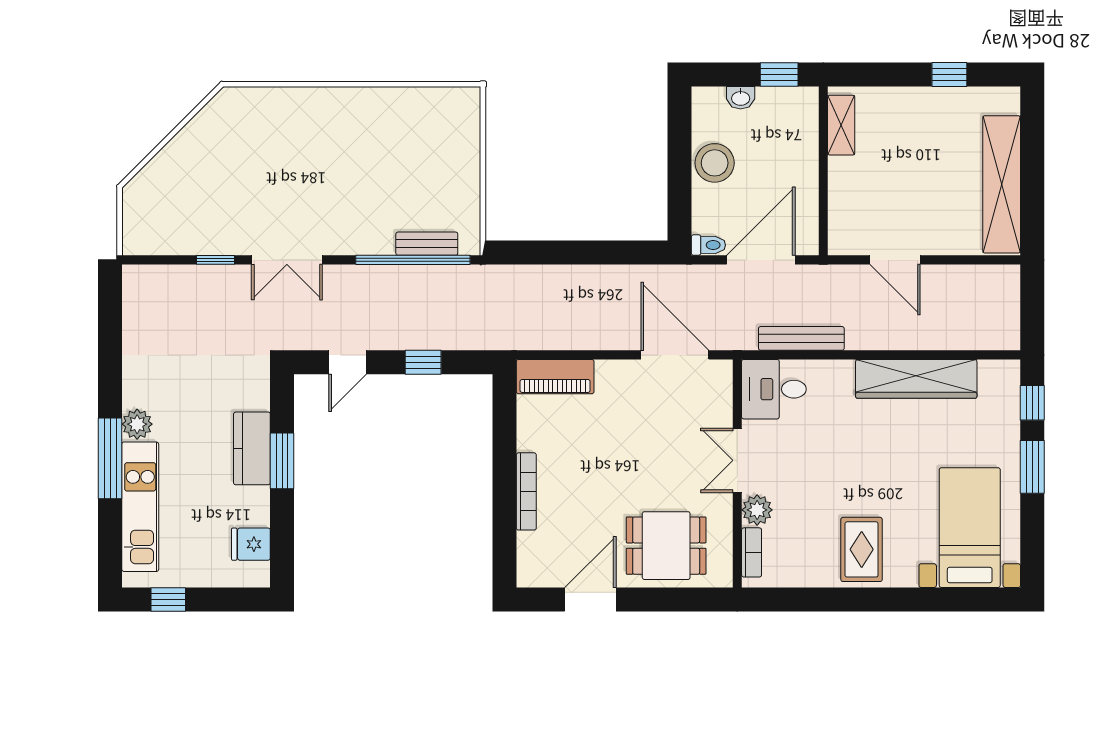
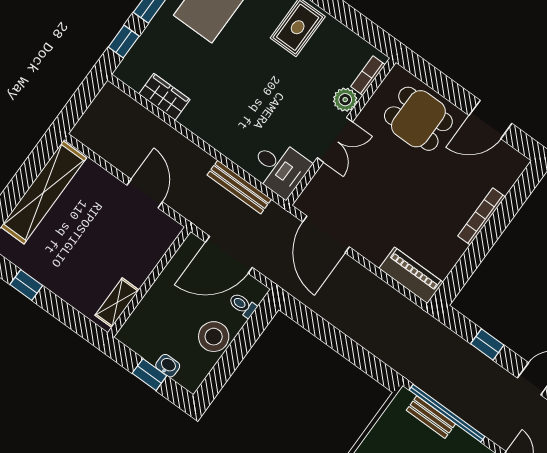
window: (779, 75) -> (149, 375), moved
toilet: (708, 245) -> (243, 305), moved
wardrobe: (916, 379) -> (164, 97), width x0.48, depth x0.85

